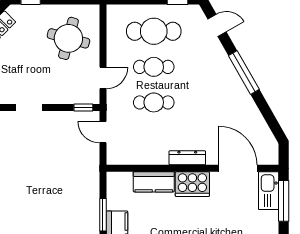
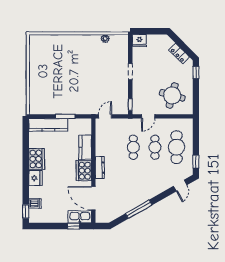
window: (244, 73) -> (139, 209), moved
door: (103, 78) -> (148, 116), hinge flipped
door: (103, 132) -> (105, 116), moved
door: (238, 168) -> (93, 198), swing flipped
window: (284, 201) -> (74, 226), width x0.46

